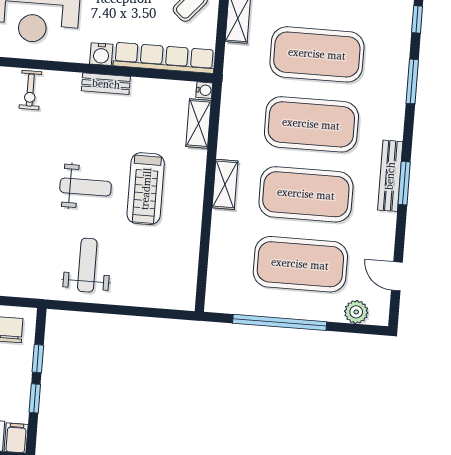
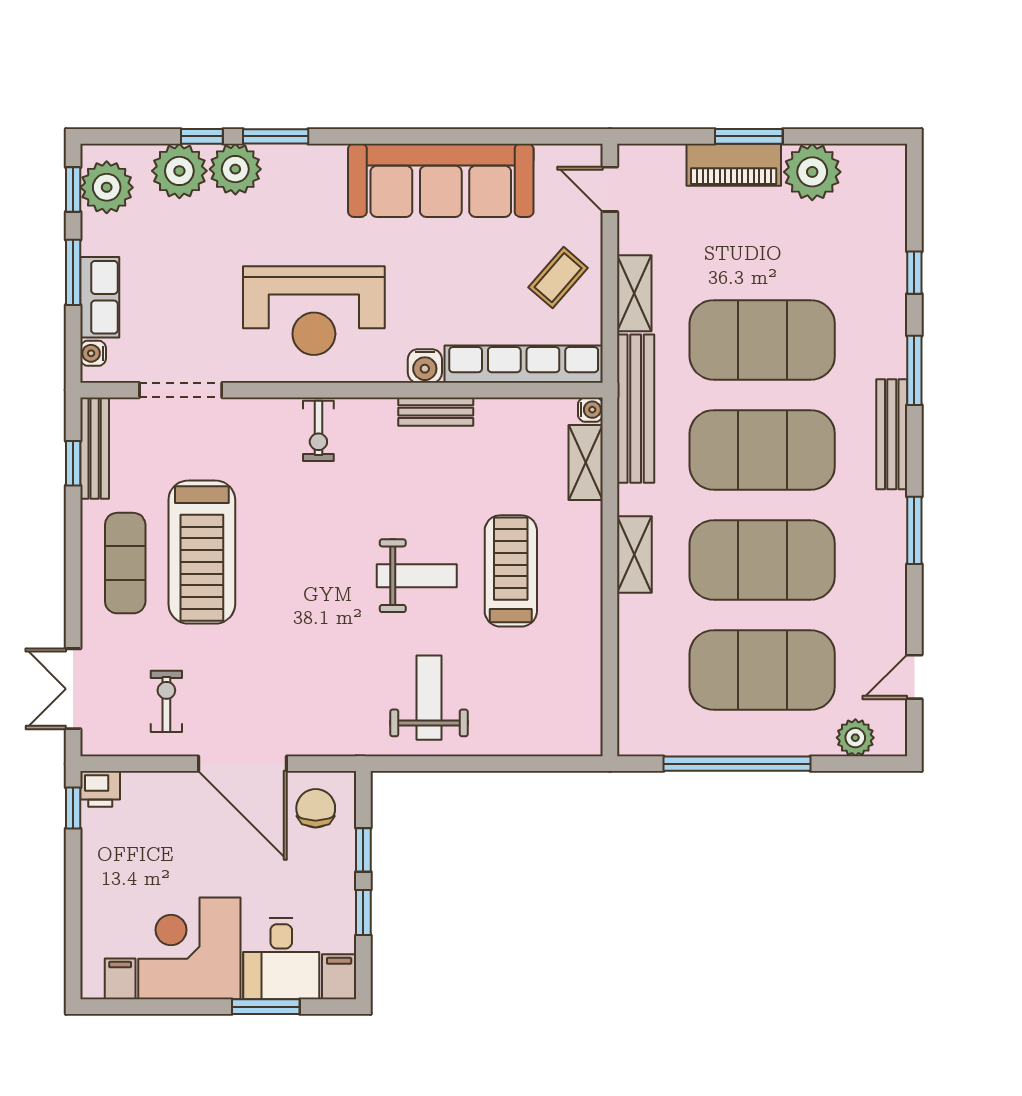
bench: (233, 92) -> (636, 409), added
bench: (390, 176) -> (892, 434), moved
treadmill: (146, 189) -> (511, 571), turned 180
door: (397, 276) -> (914, 677), hinge flipped

